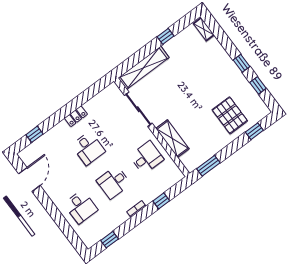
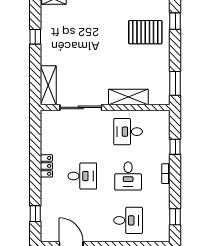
shelving: (144, 68) -> (48, 85), width x0.68
desk: (147, 158) -> (128, 132), turned -90

